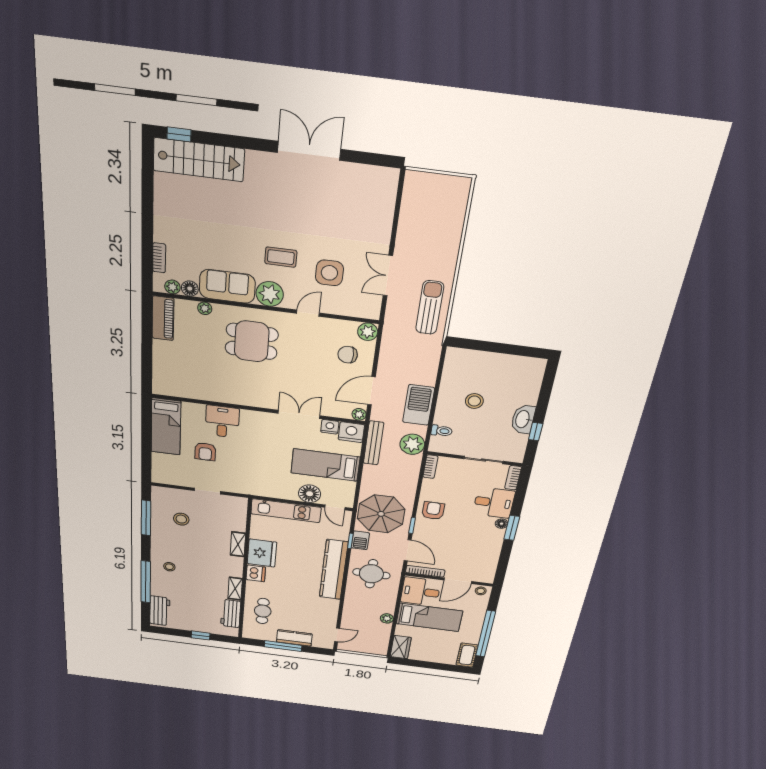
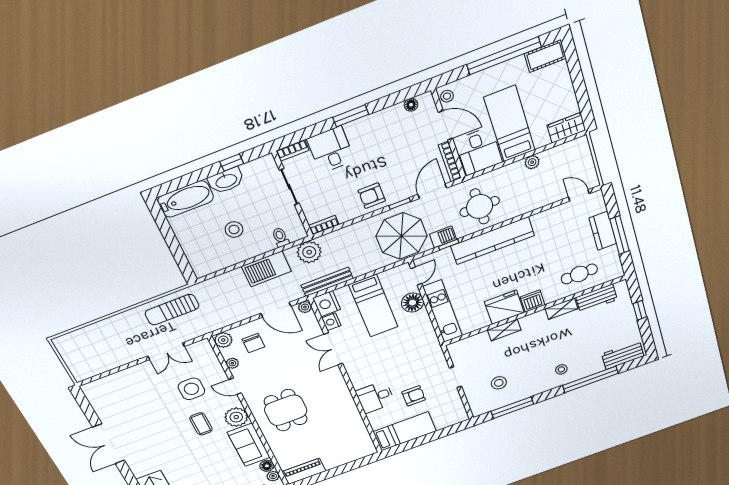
plant: (205, 308) -> (232, 363), moved
bathtub: (530, 381) -> (186, 199), added
floor lamp: (502, 524) -> (411, 105), moved

